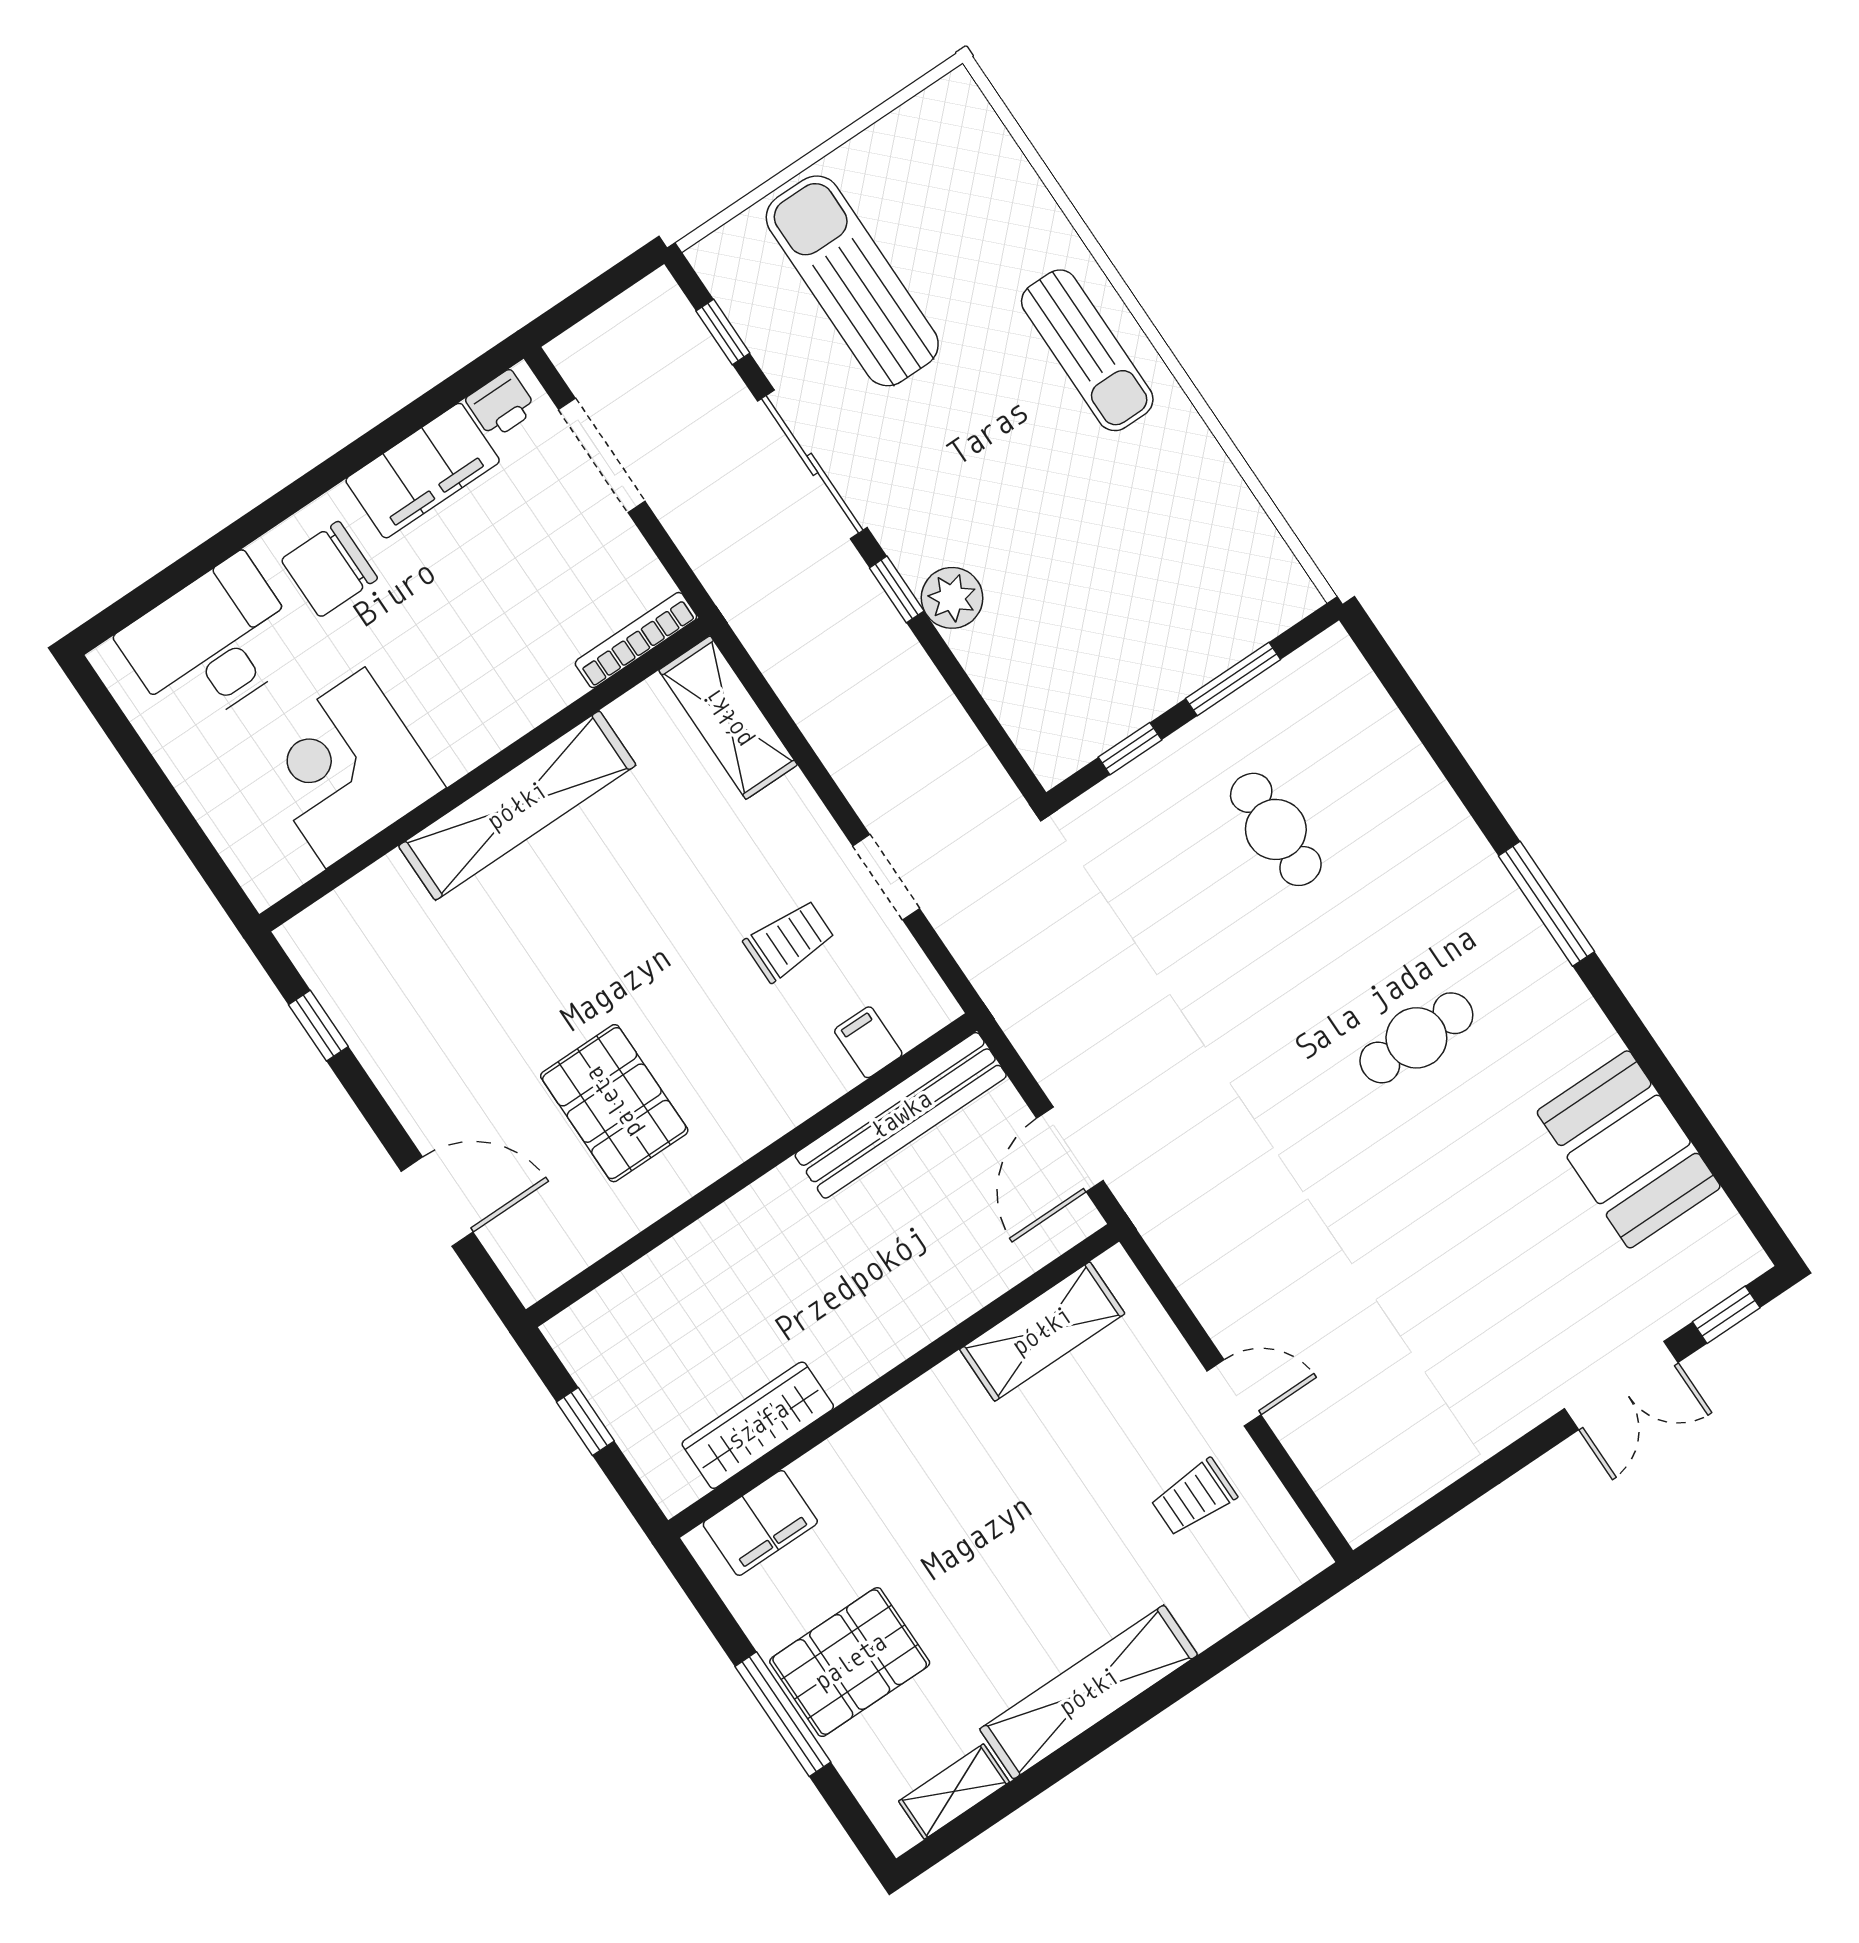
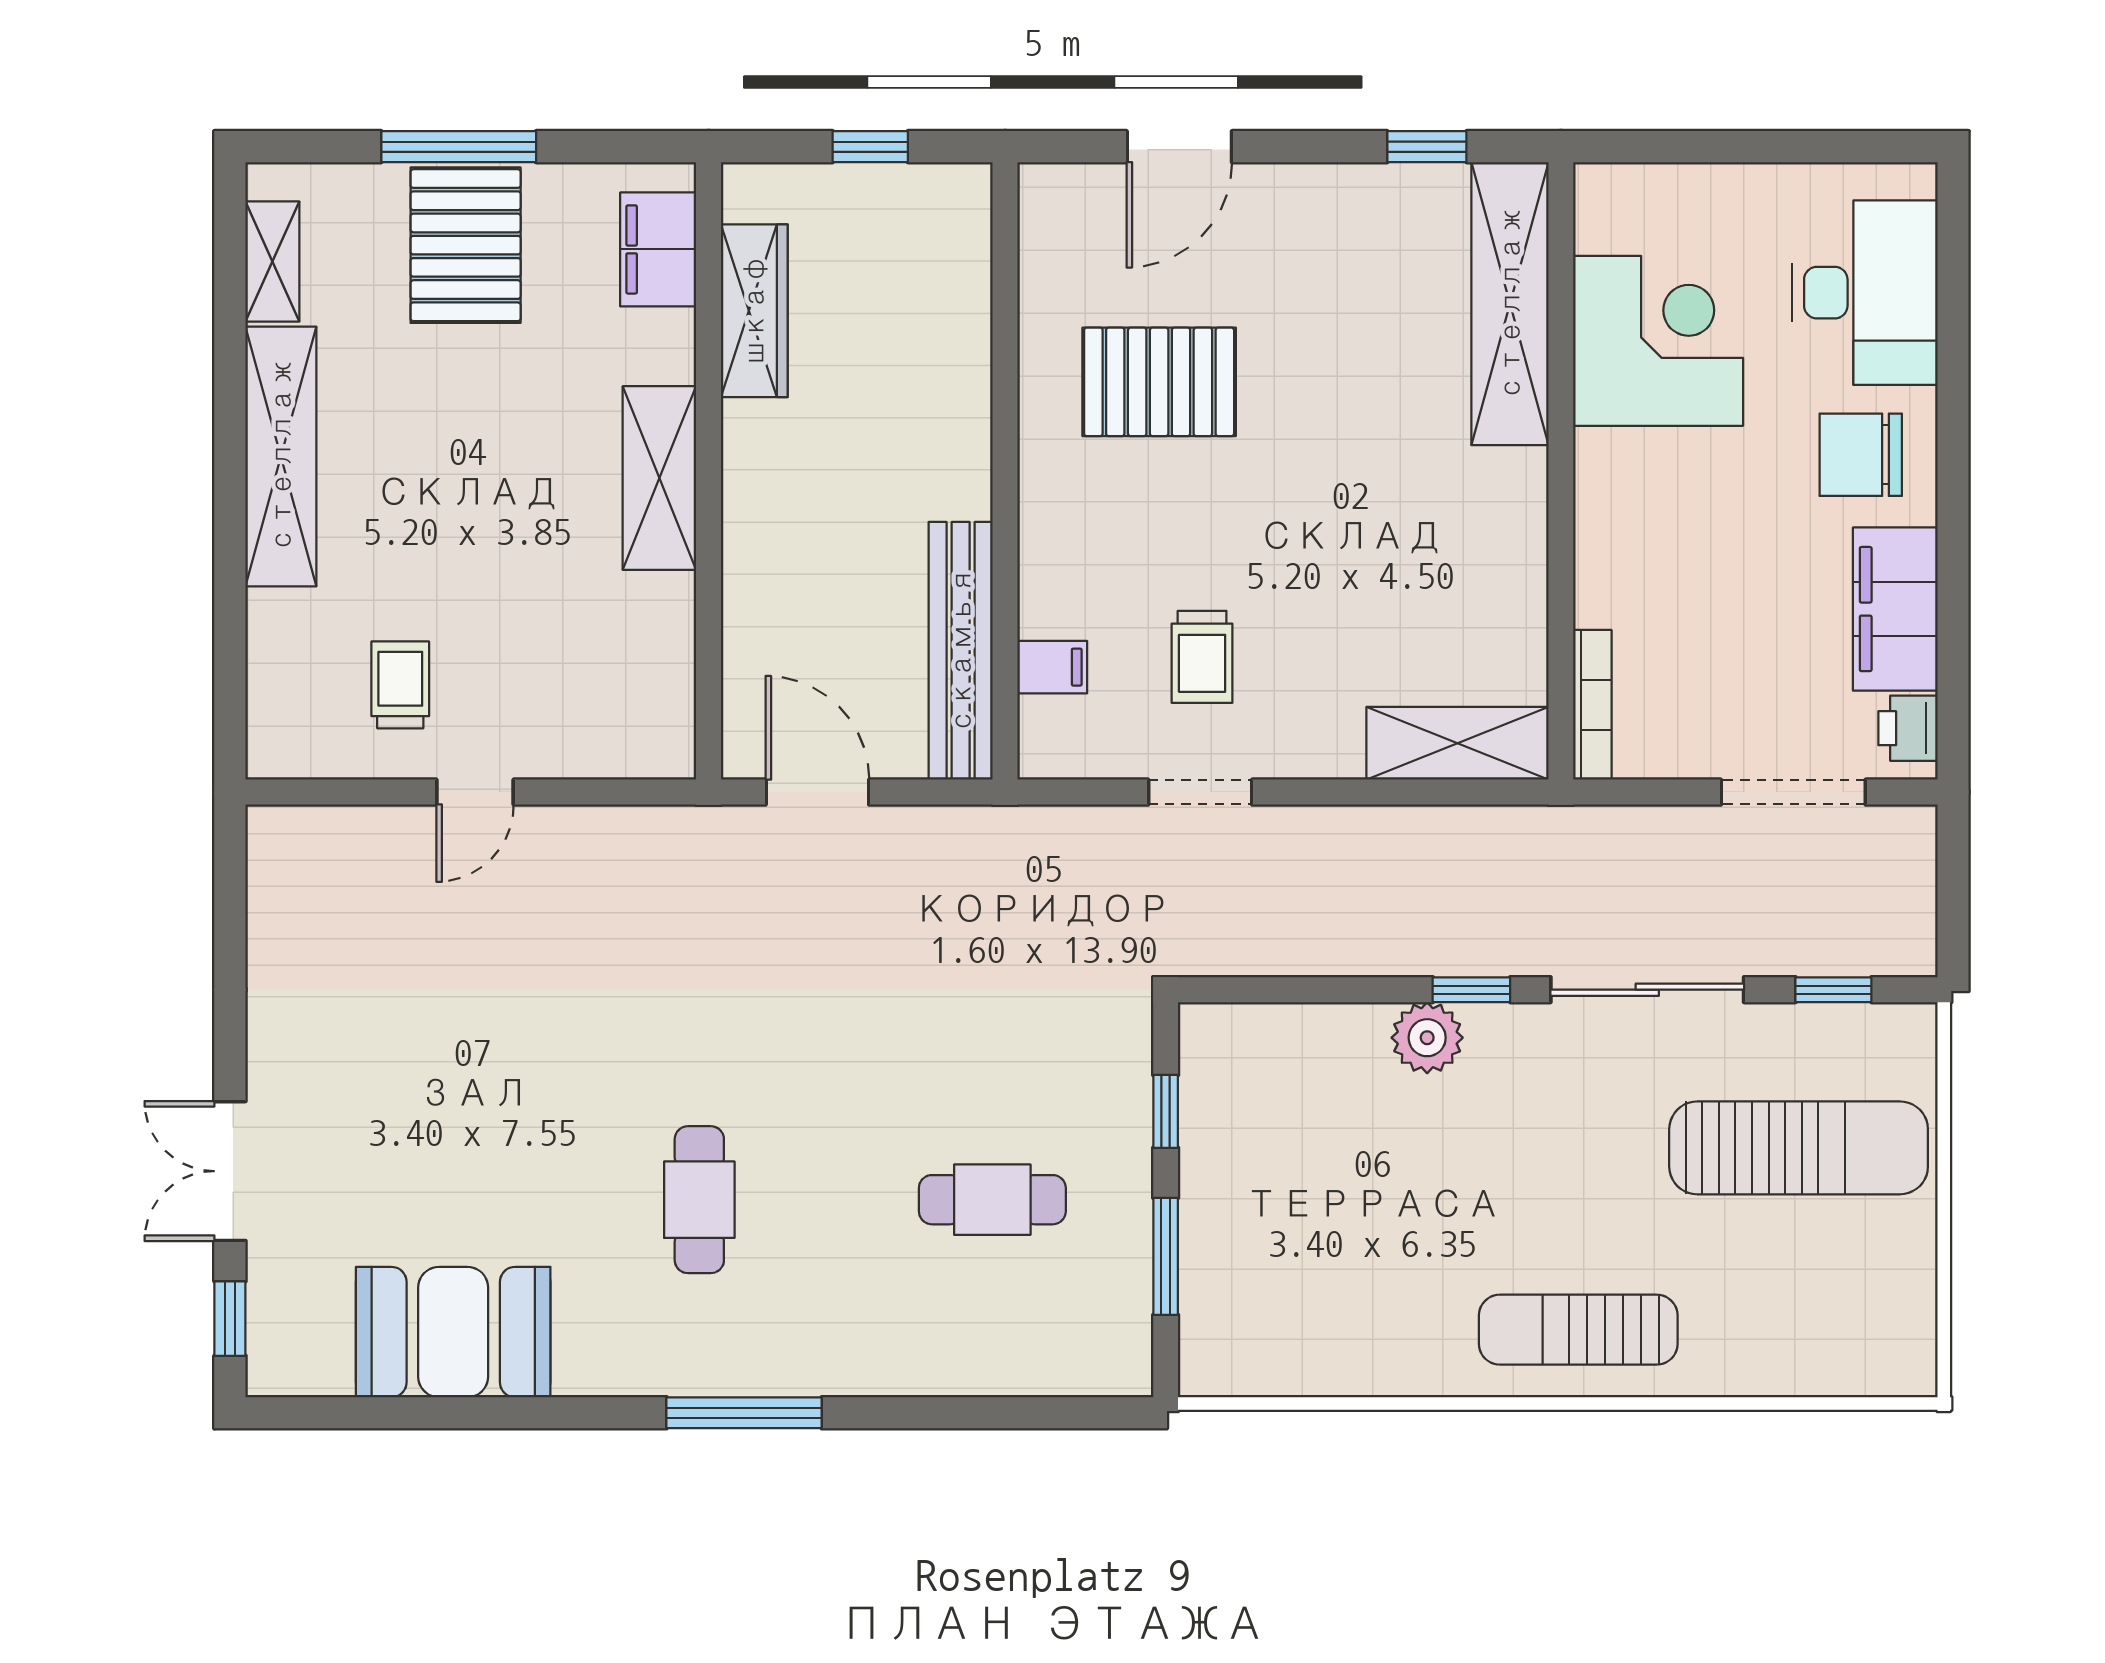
chair: (329, 569) -> (1861, 455), turned -90
shelving: (517, 806) -> (1510, 304), moved
shelving: (1042, 1331) -> (659, 478), moved

